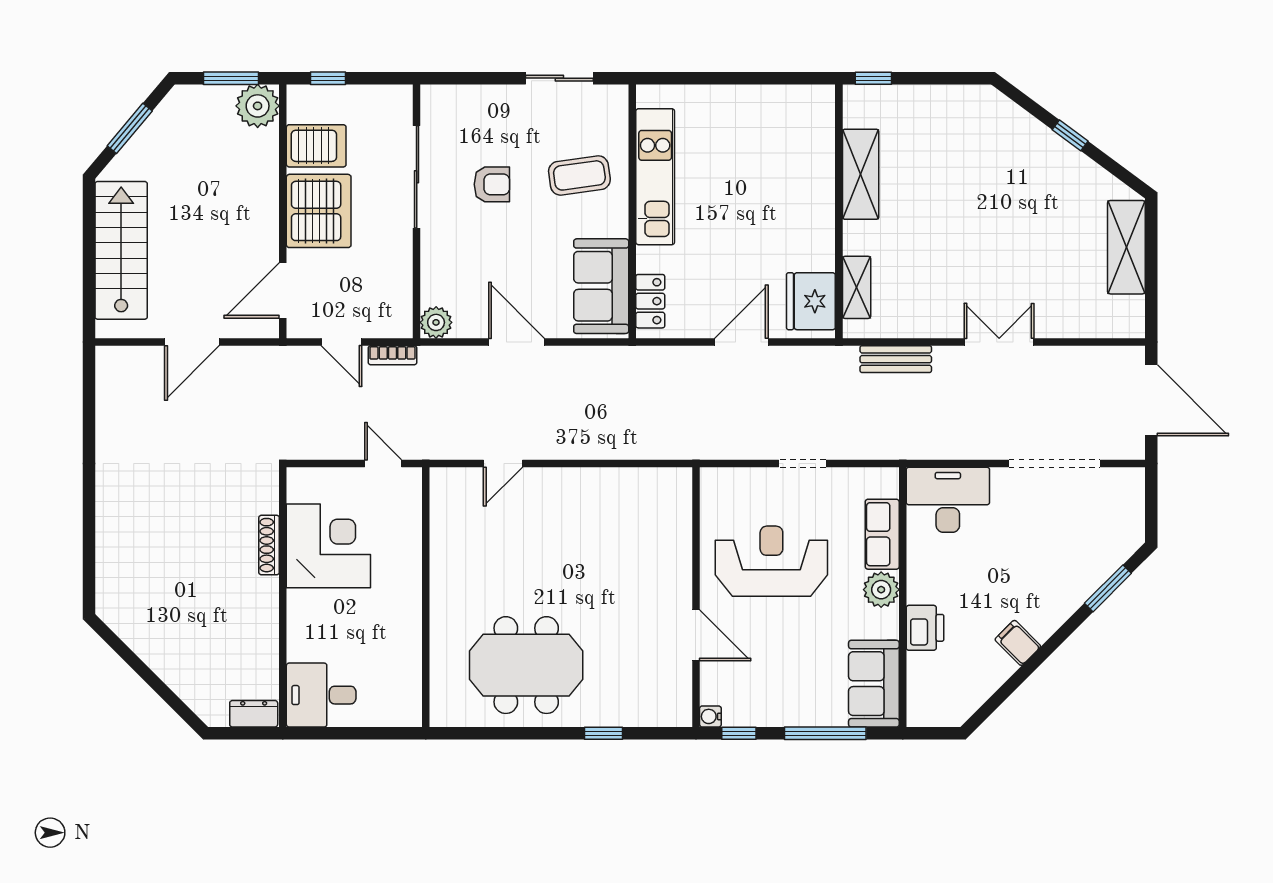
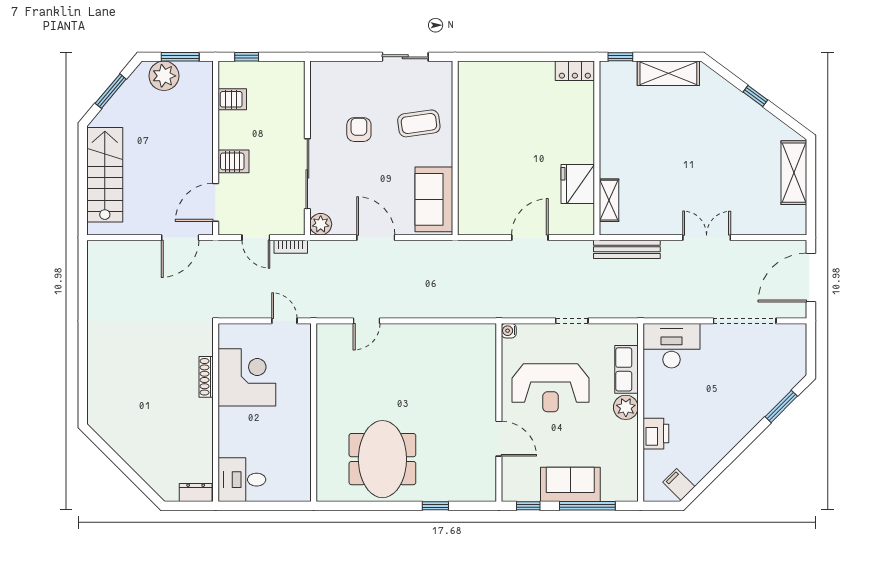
plant: (258, 106) -> (164, 76), moved
server rack: (316, 146) -> (232, 99), width x0.73, depth x0.70
shelving: (861, 174) -> (668, 73), moved, turned 90
sliding door: (417, 177) -> (307, 174), moved
kitchen unit: (655, 177) -> (471, 124), removed
armchair: (492, 184) -> (359, 130), turned -90
server rack: (319, 211) -> (233, 161), width x0.46, depth x0.70
locker: (650, 301) -> (575, 71), moved, turned 90
fridge: (811, 301) -> (578, 184), moved
door: (192, 342) -> (180, 238), moved
bench: (896, 359) -> (627, 249), width x1.36
door: (1151, 400) -> (811, 278), swing flipped
reception desk: (771, 561) -> (551, 388), turned 180
filing cabinet: (1018, 643) -> (679, 484), moved
meeting table: (526, 665) -> (382, 459), turned 90
sofa: (874, 684) -> (570, 484), moved, turned 90
water cooler: (710, 716) -> (509, 331), moved

